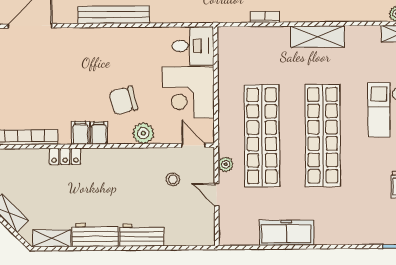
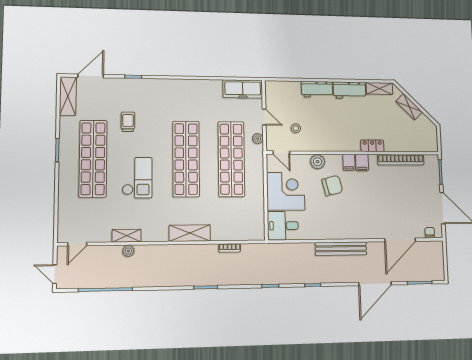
freezer: (286, 233) -> (243, 89), moved

